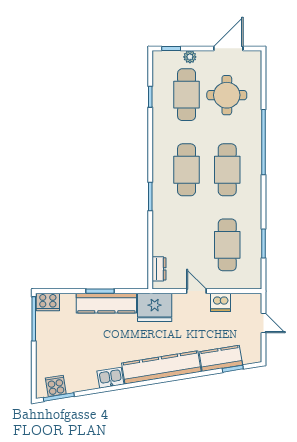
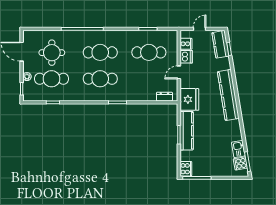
cooker: (240, 302) -> (186, 44), added
kitchen counter: (221, 358) -> (220, 44), moved
kitchen sink: (110, 378) -> (238, 149), moved

